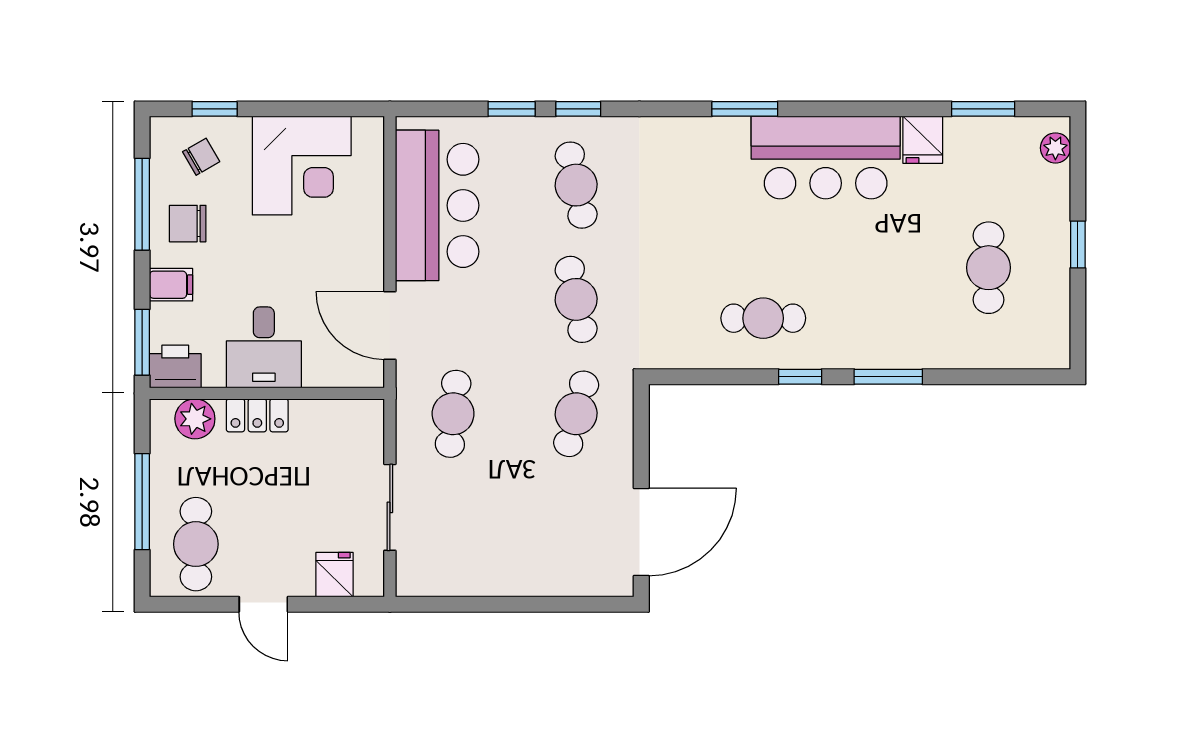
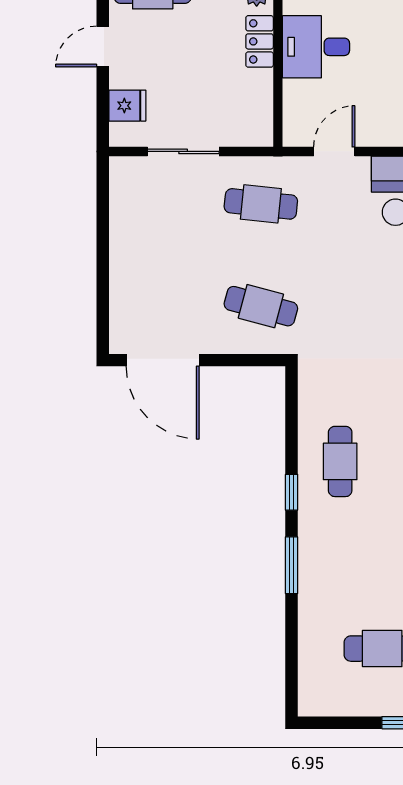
cafe table: (576, 299) -> (356, 306), removed
door: (390, 325) -> (334, 151), width x0.73

